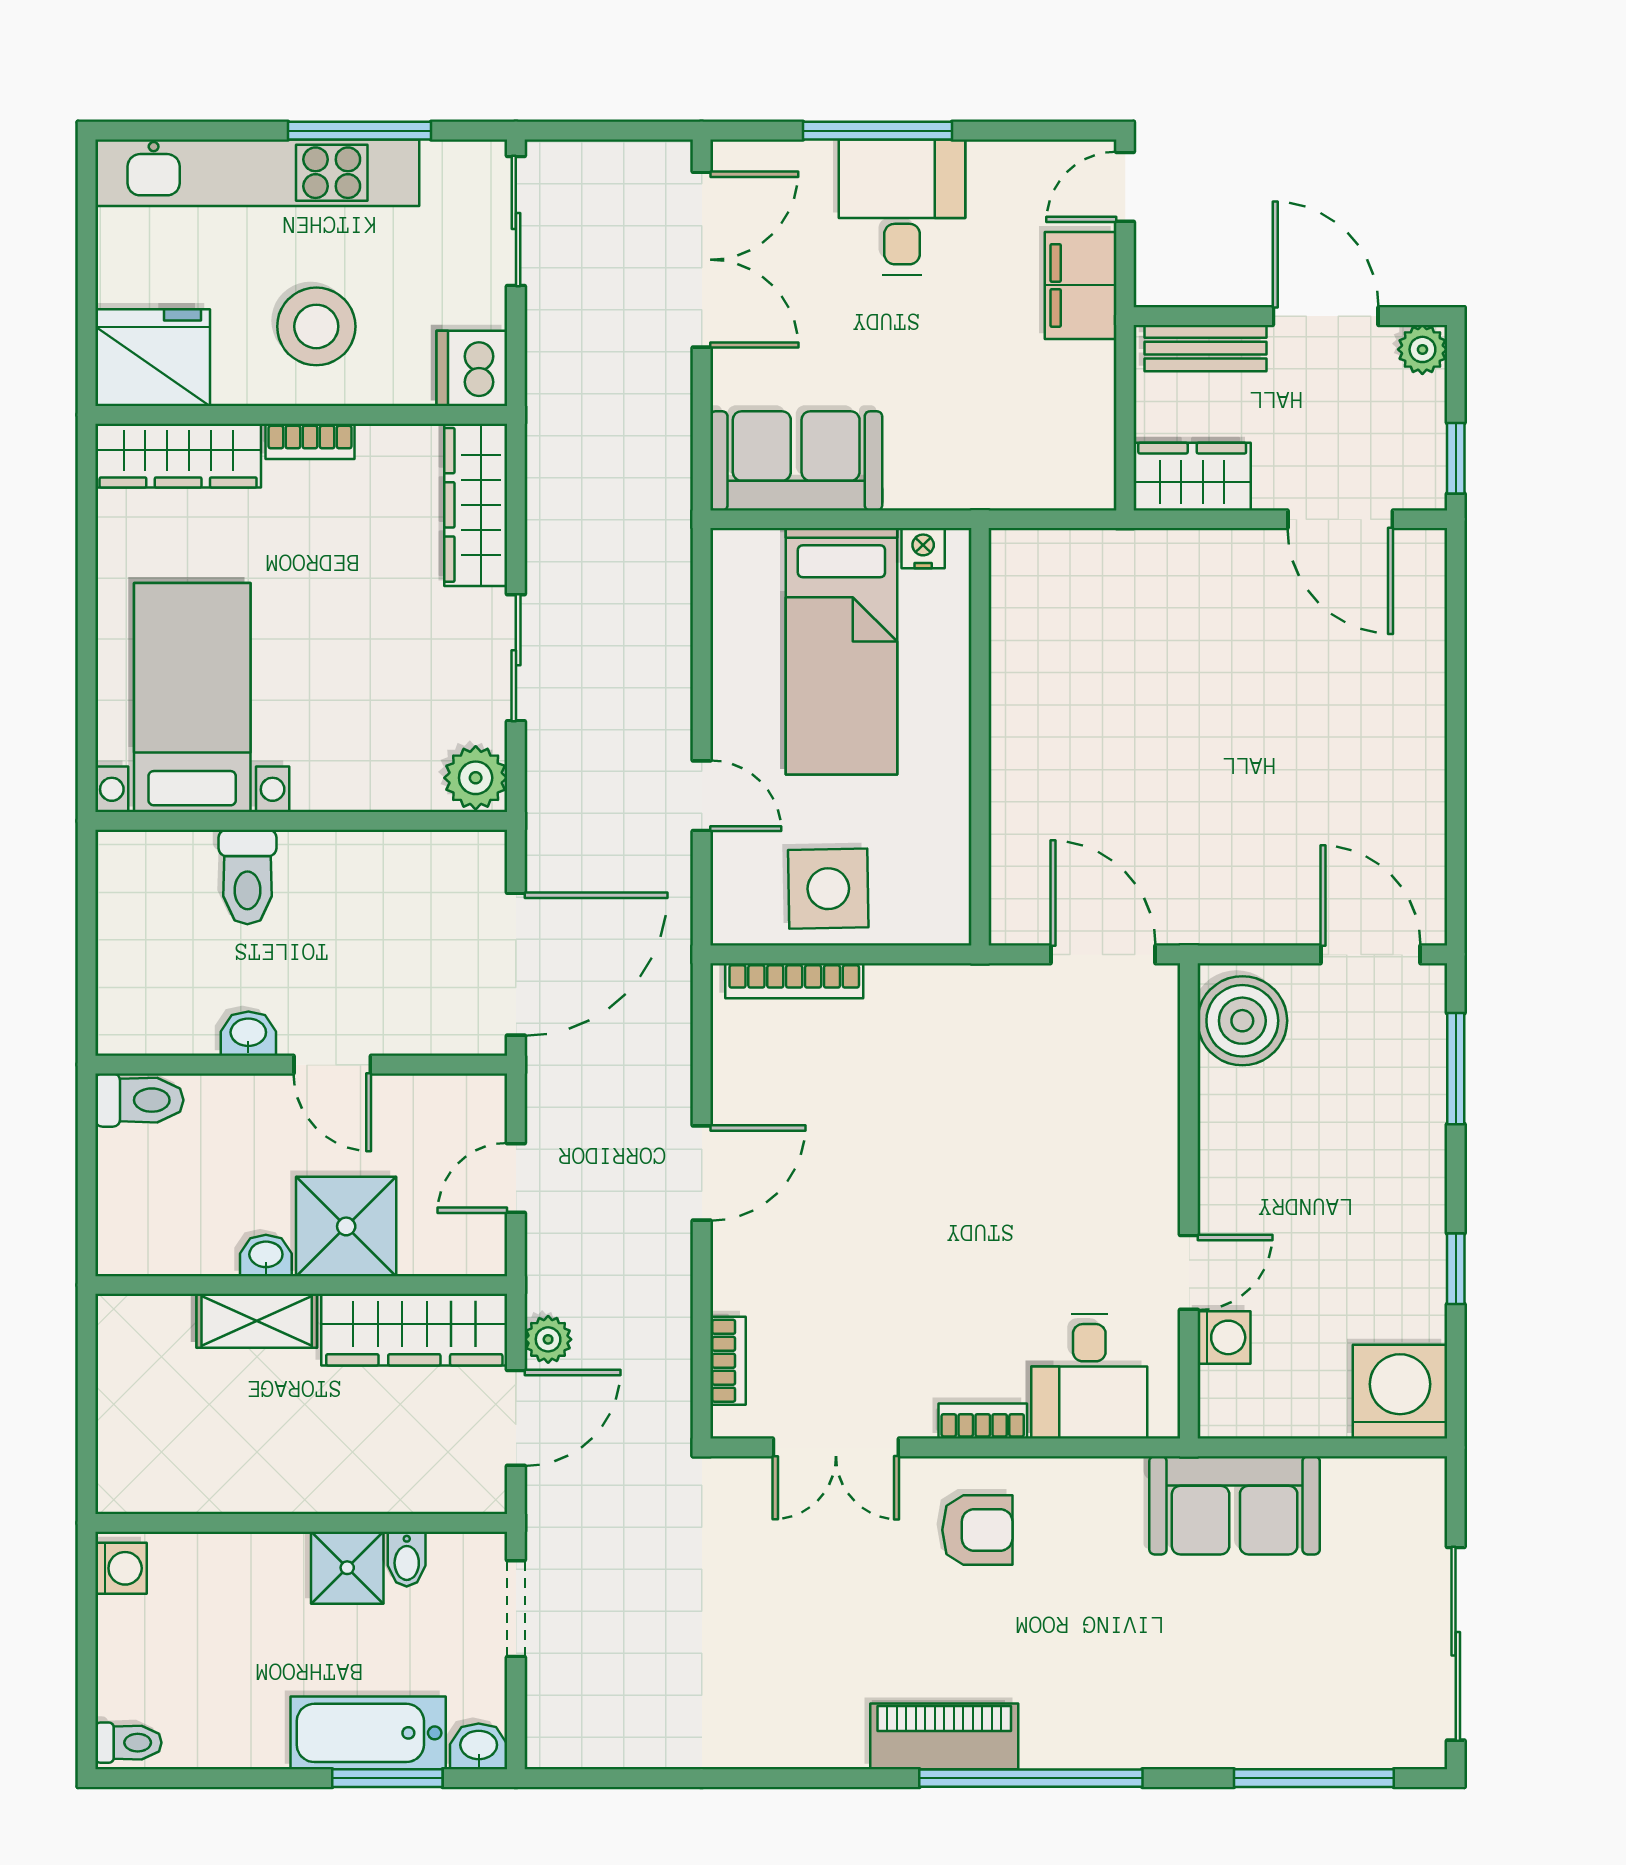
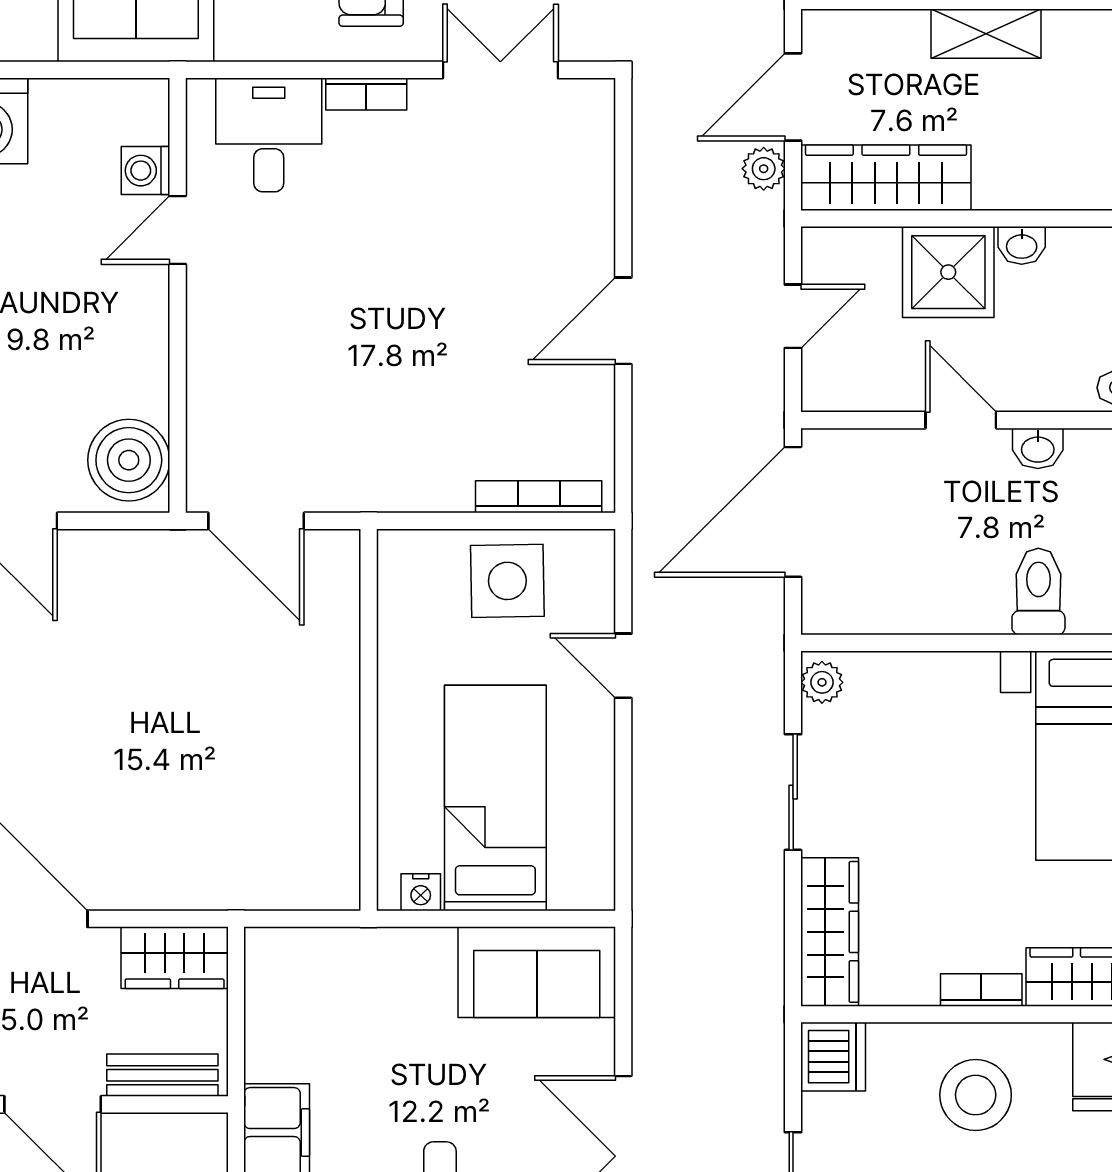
plant: (476, 778) -> (822, 682), width x0.73, depth x0.73
shelving: (257, 1321) -> (986, 34), moved
bookcase: (728, 1361) -> (599, 149), removed

